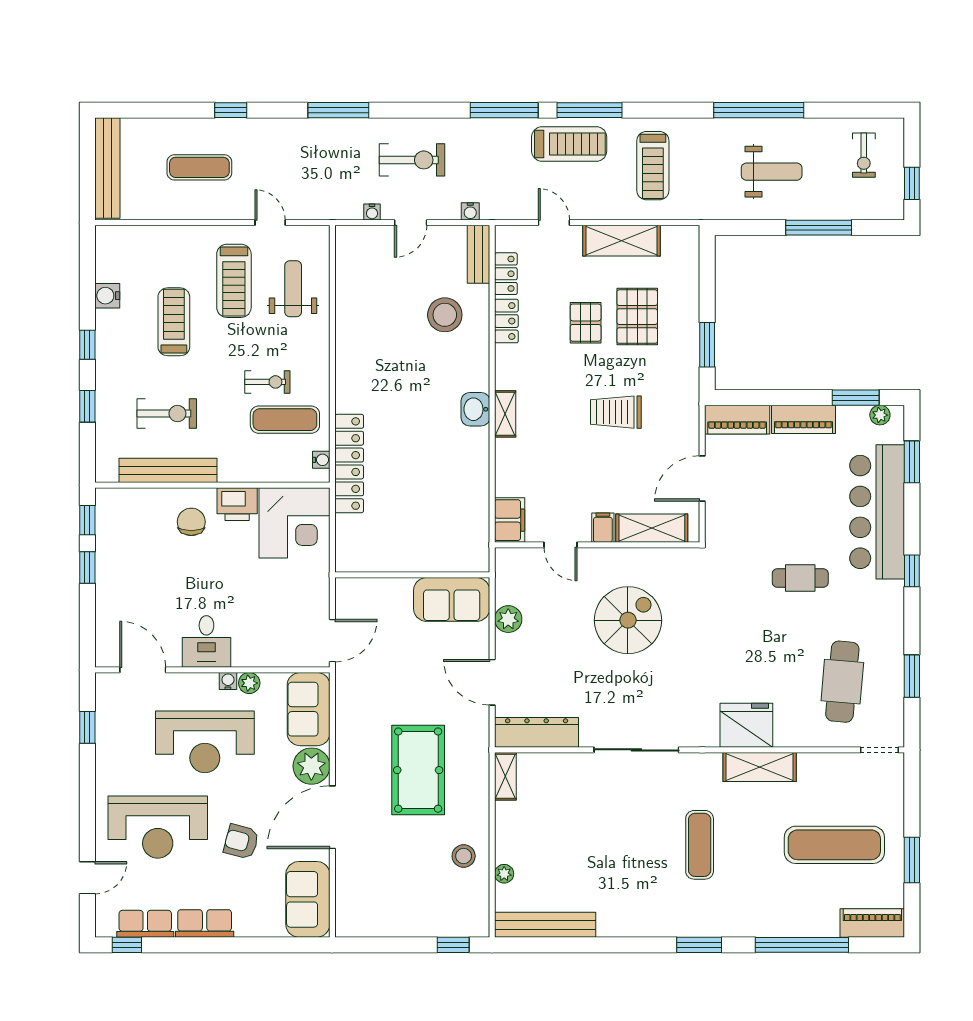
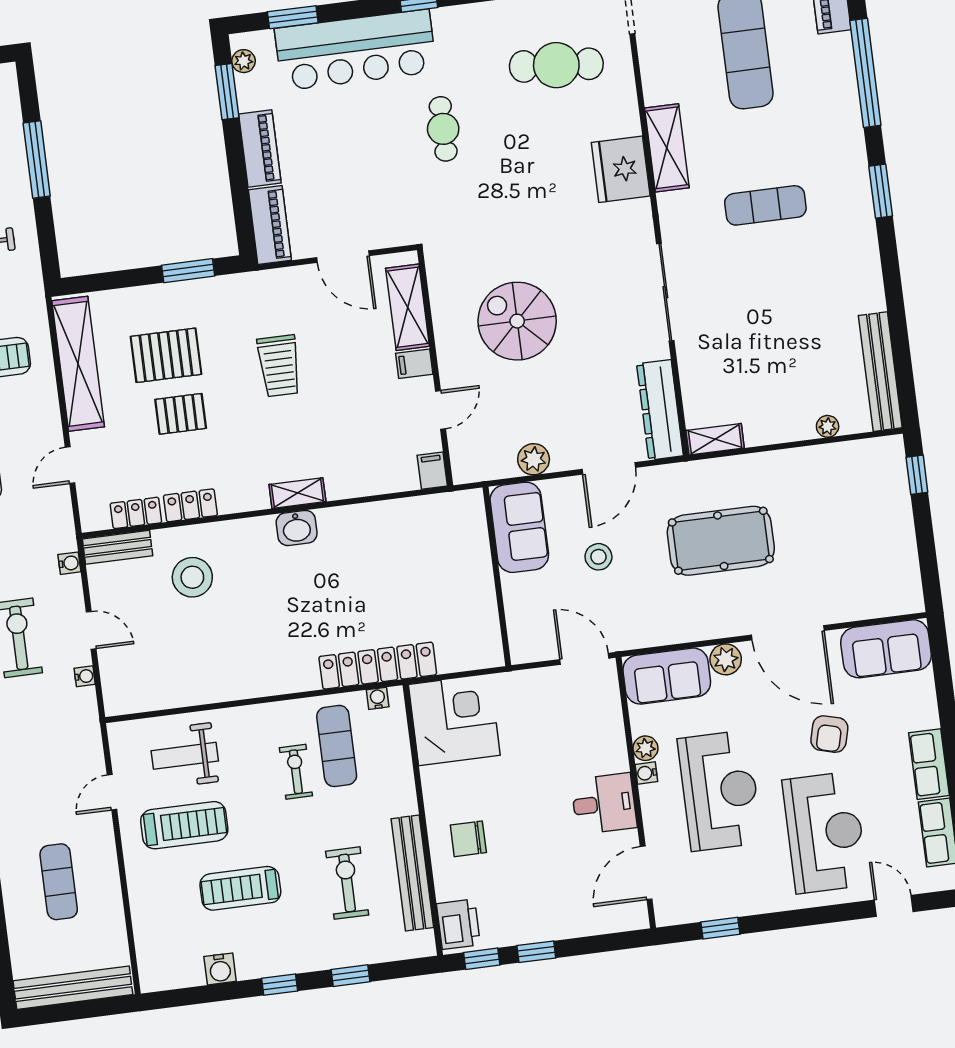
shelving: (621, 241) -> (78, 364), width x1.47
printer: (237, 504) -> (458, 924), moved
filing cabinet: (510, 520) -> (432, 471), width x0.50
plant: (311, 766) -> (726, 659), width x0.73, depth x0.73
stool: (464, 856) -> (598, 557), moved

